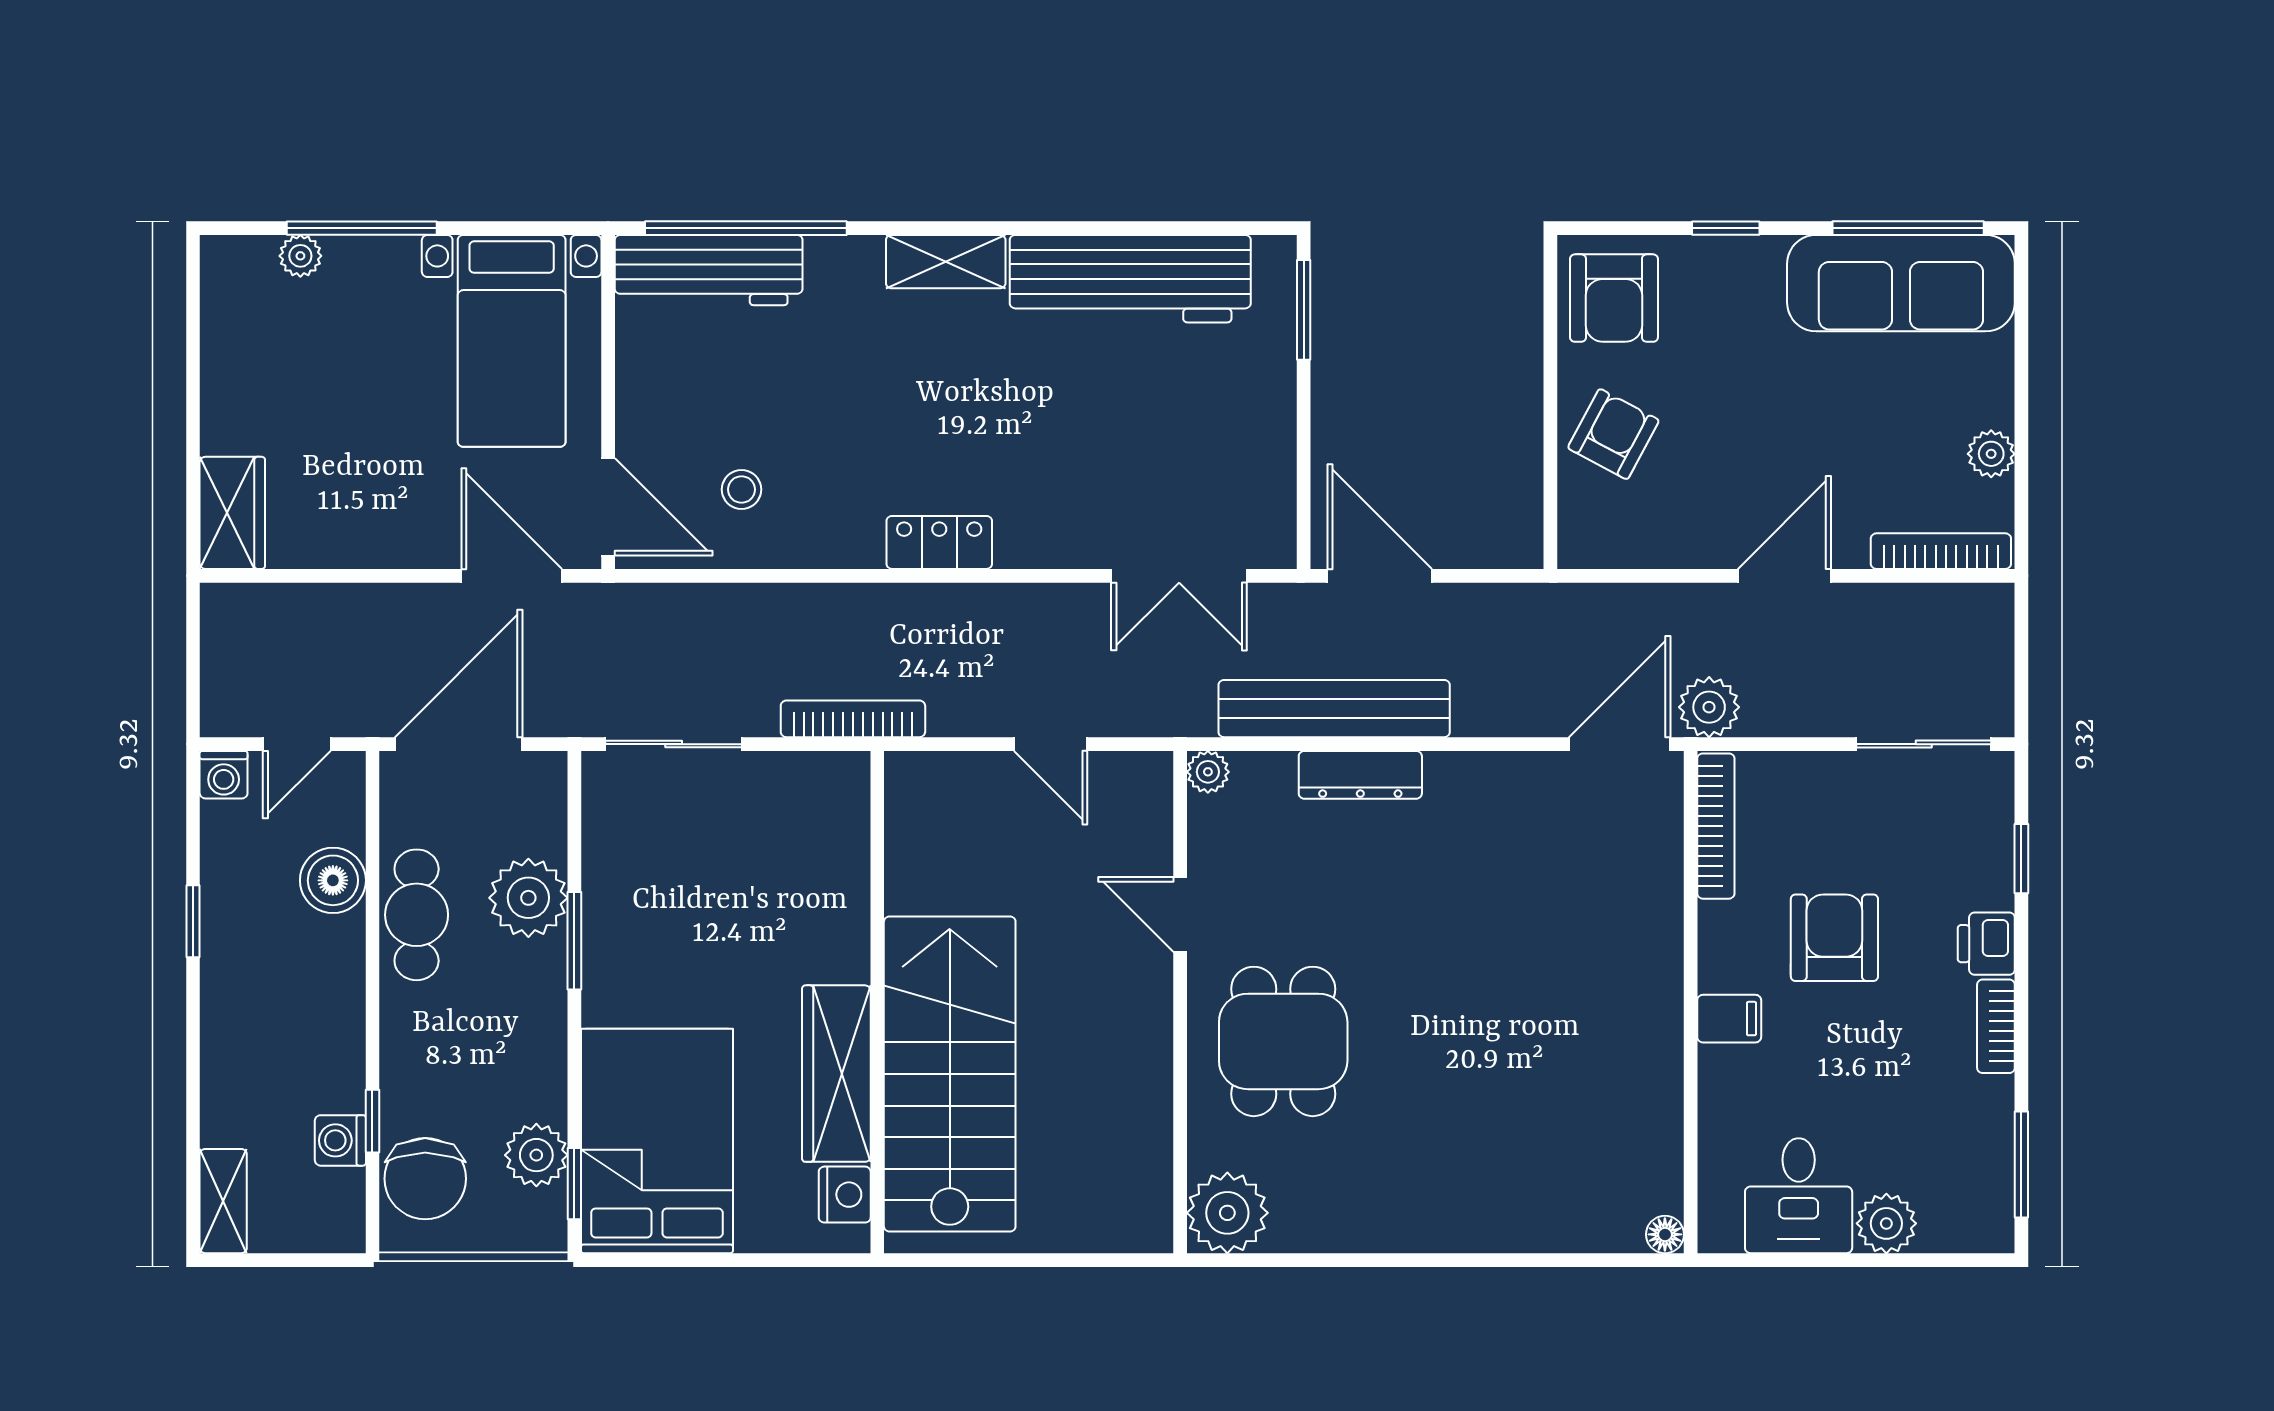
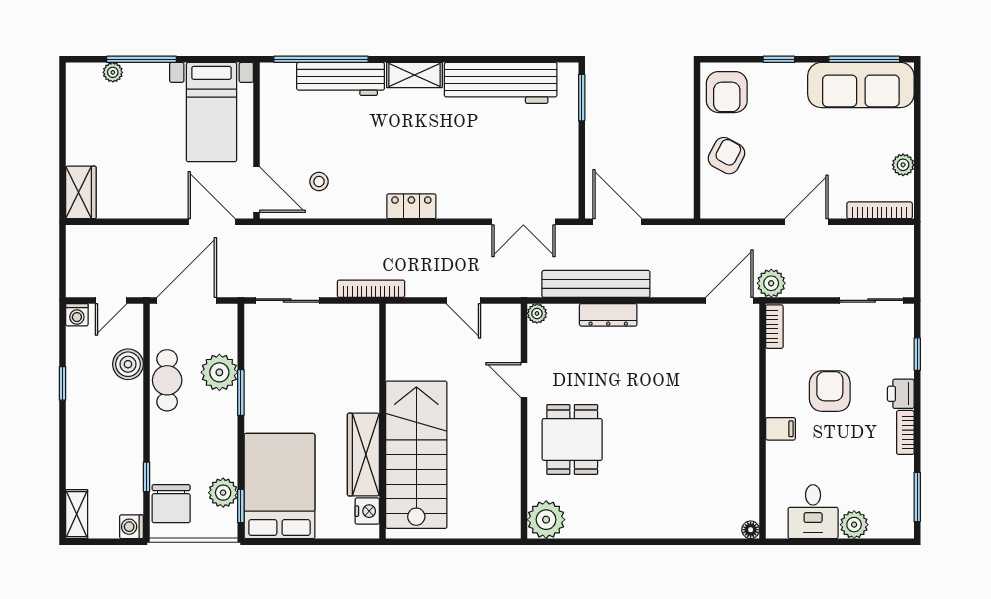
workbench: (709, 270) -> (341, 79), moved
bookcase: (1716, 826) -> (774, 327), width x0.64
washing machine: (340, 1140) -> (131, 527), moved

